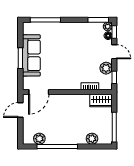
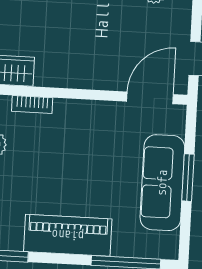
piano: (71, 30) -> (68, 235), added

